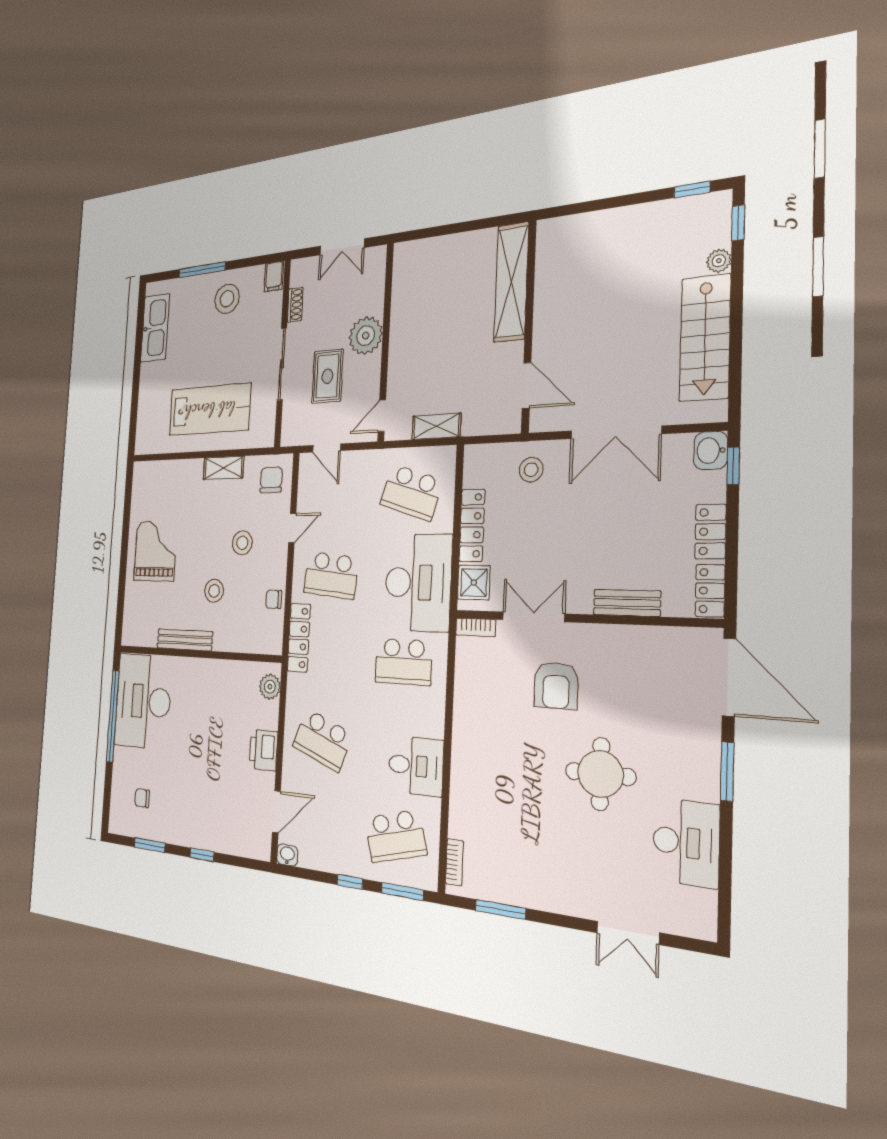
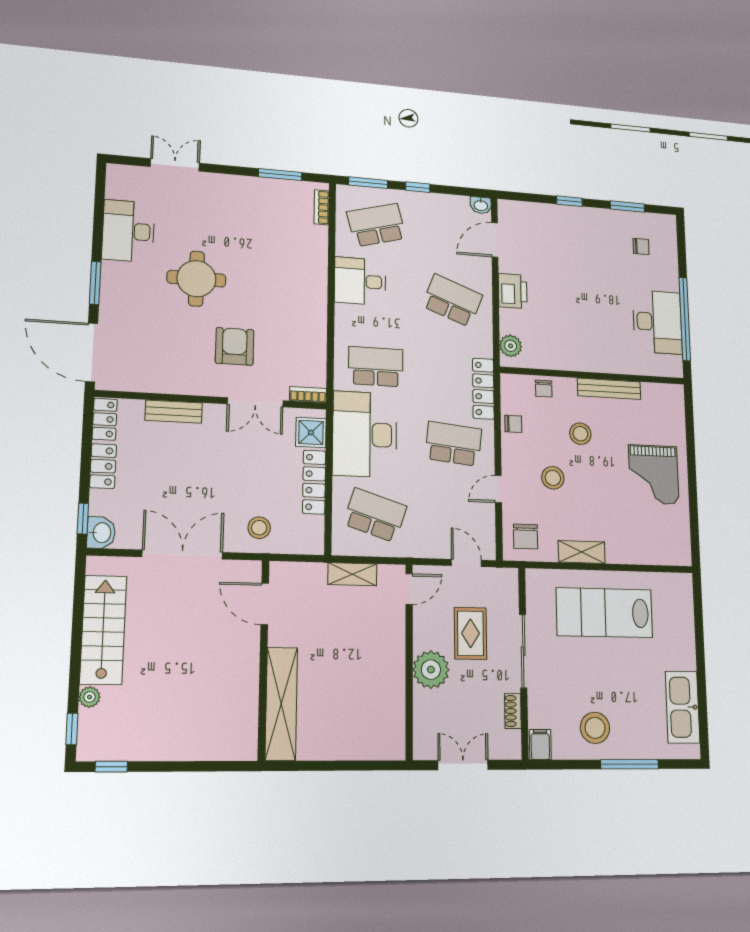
chair: (243, 639) -> (544, 389), added
desk: (143, 701) -> (657, 322), width x0.73, depth x0.77

